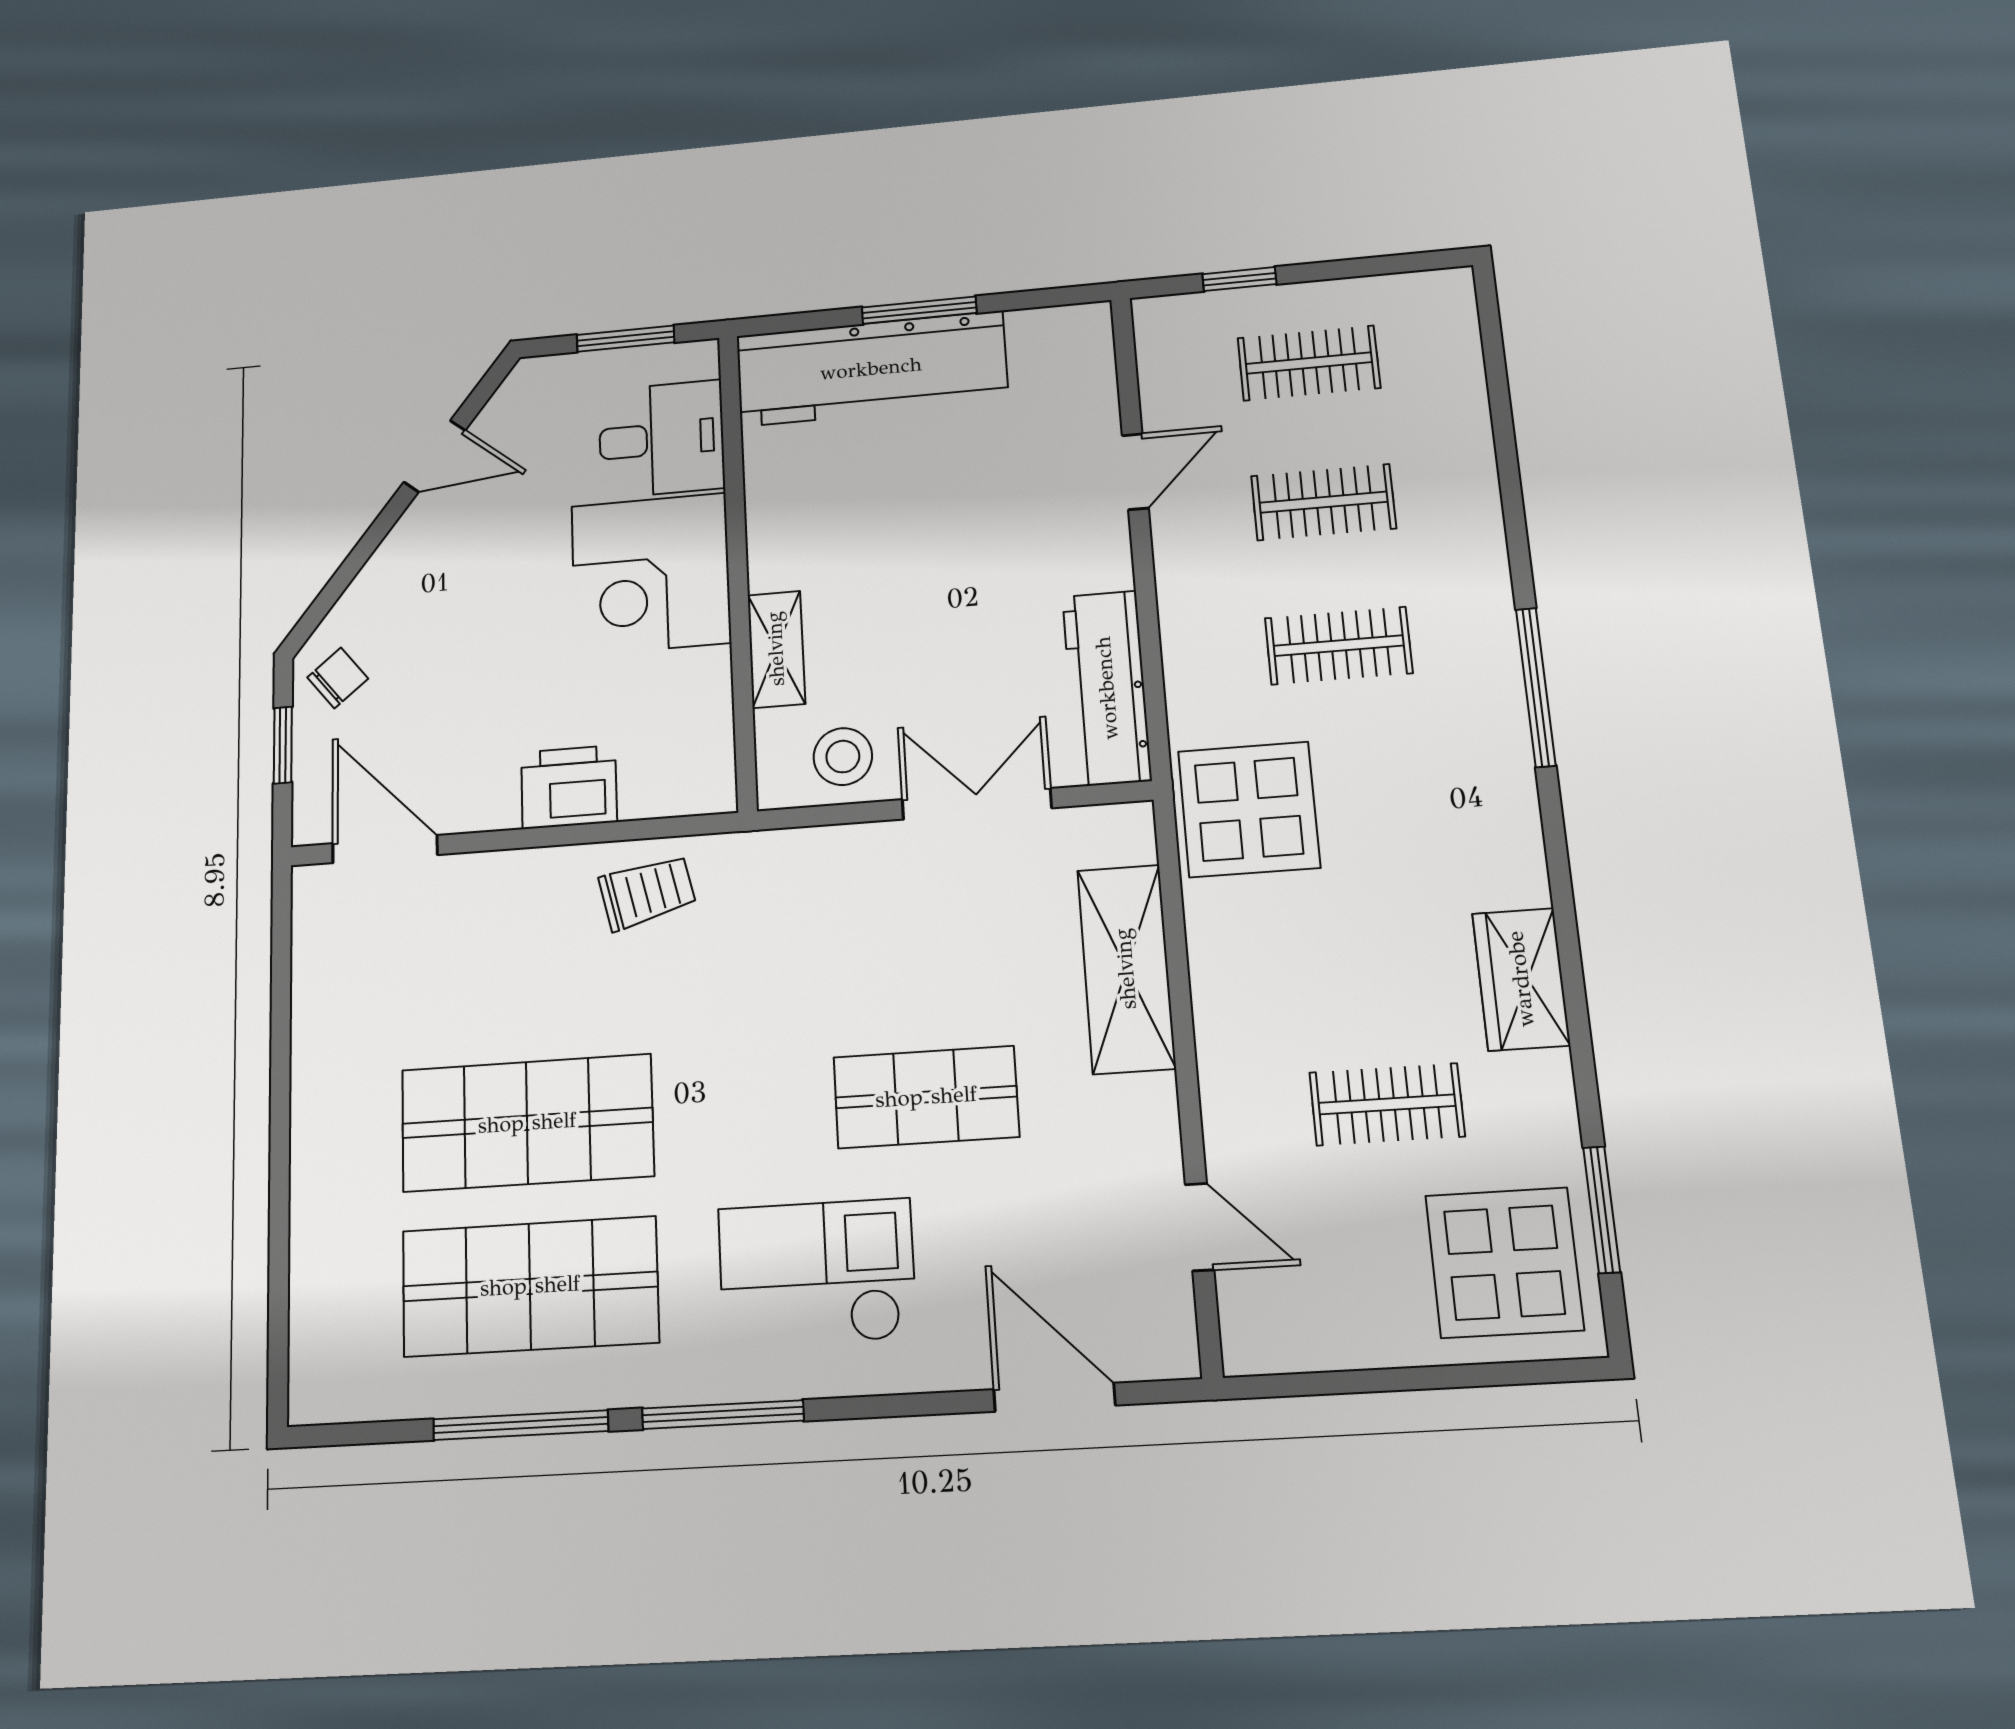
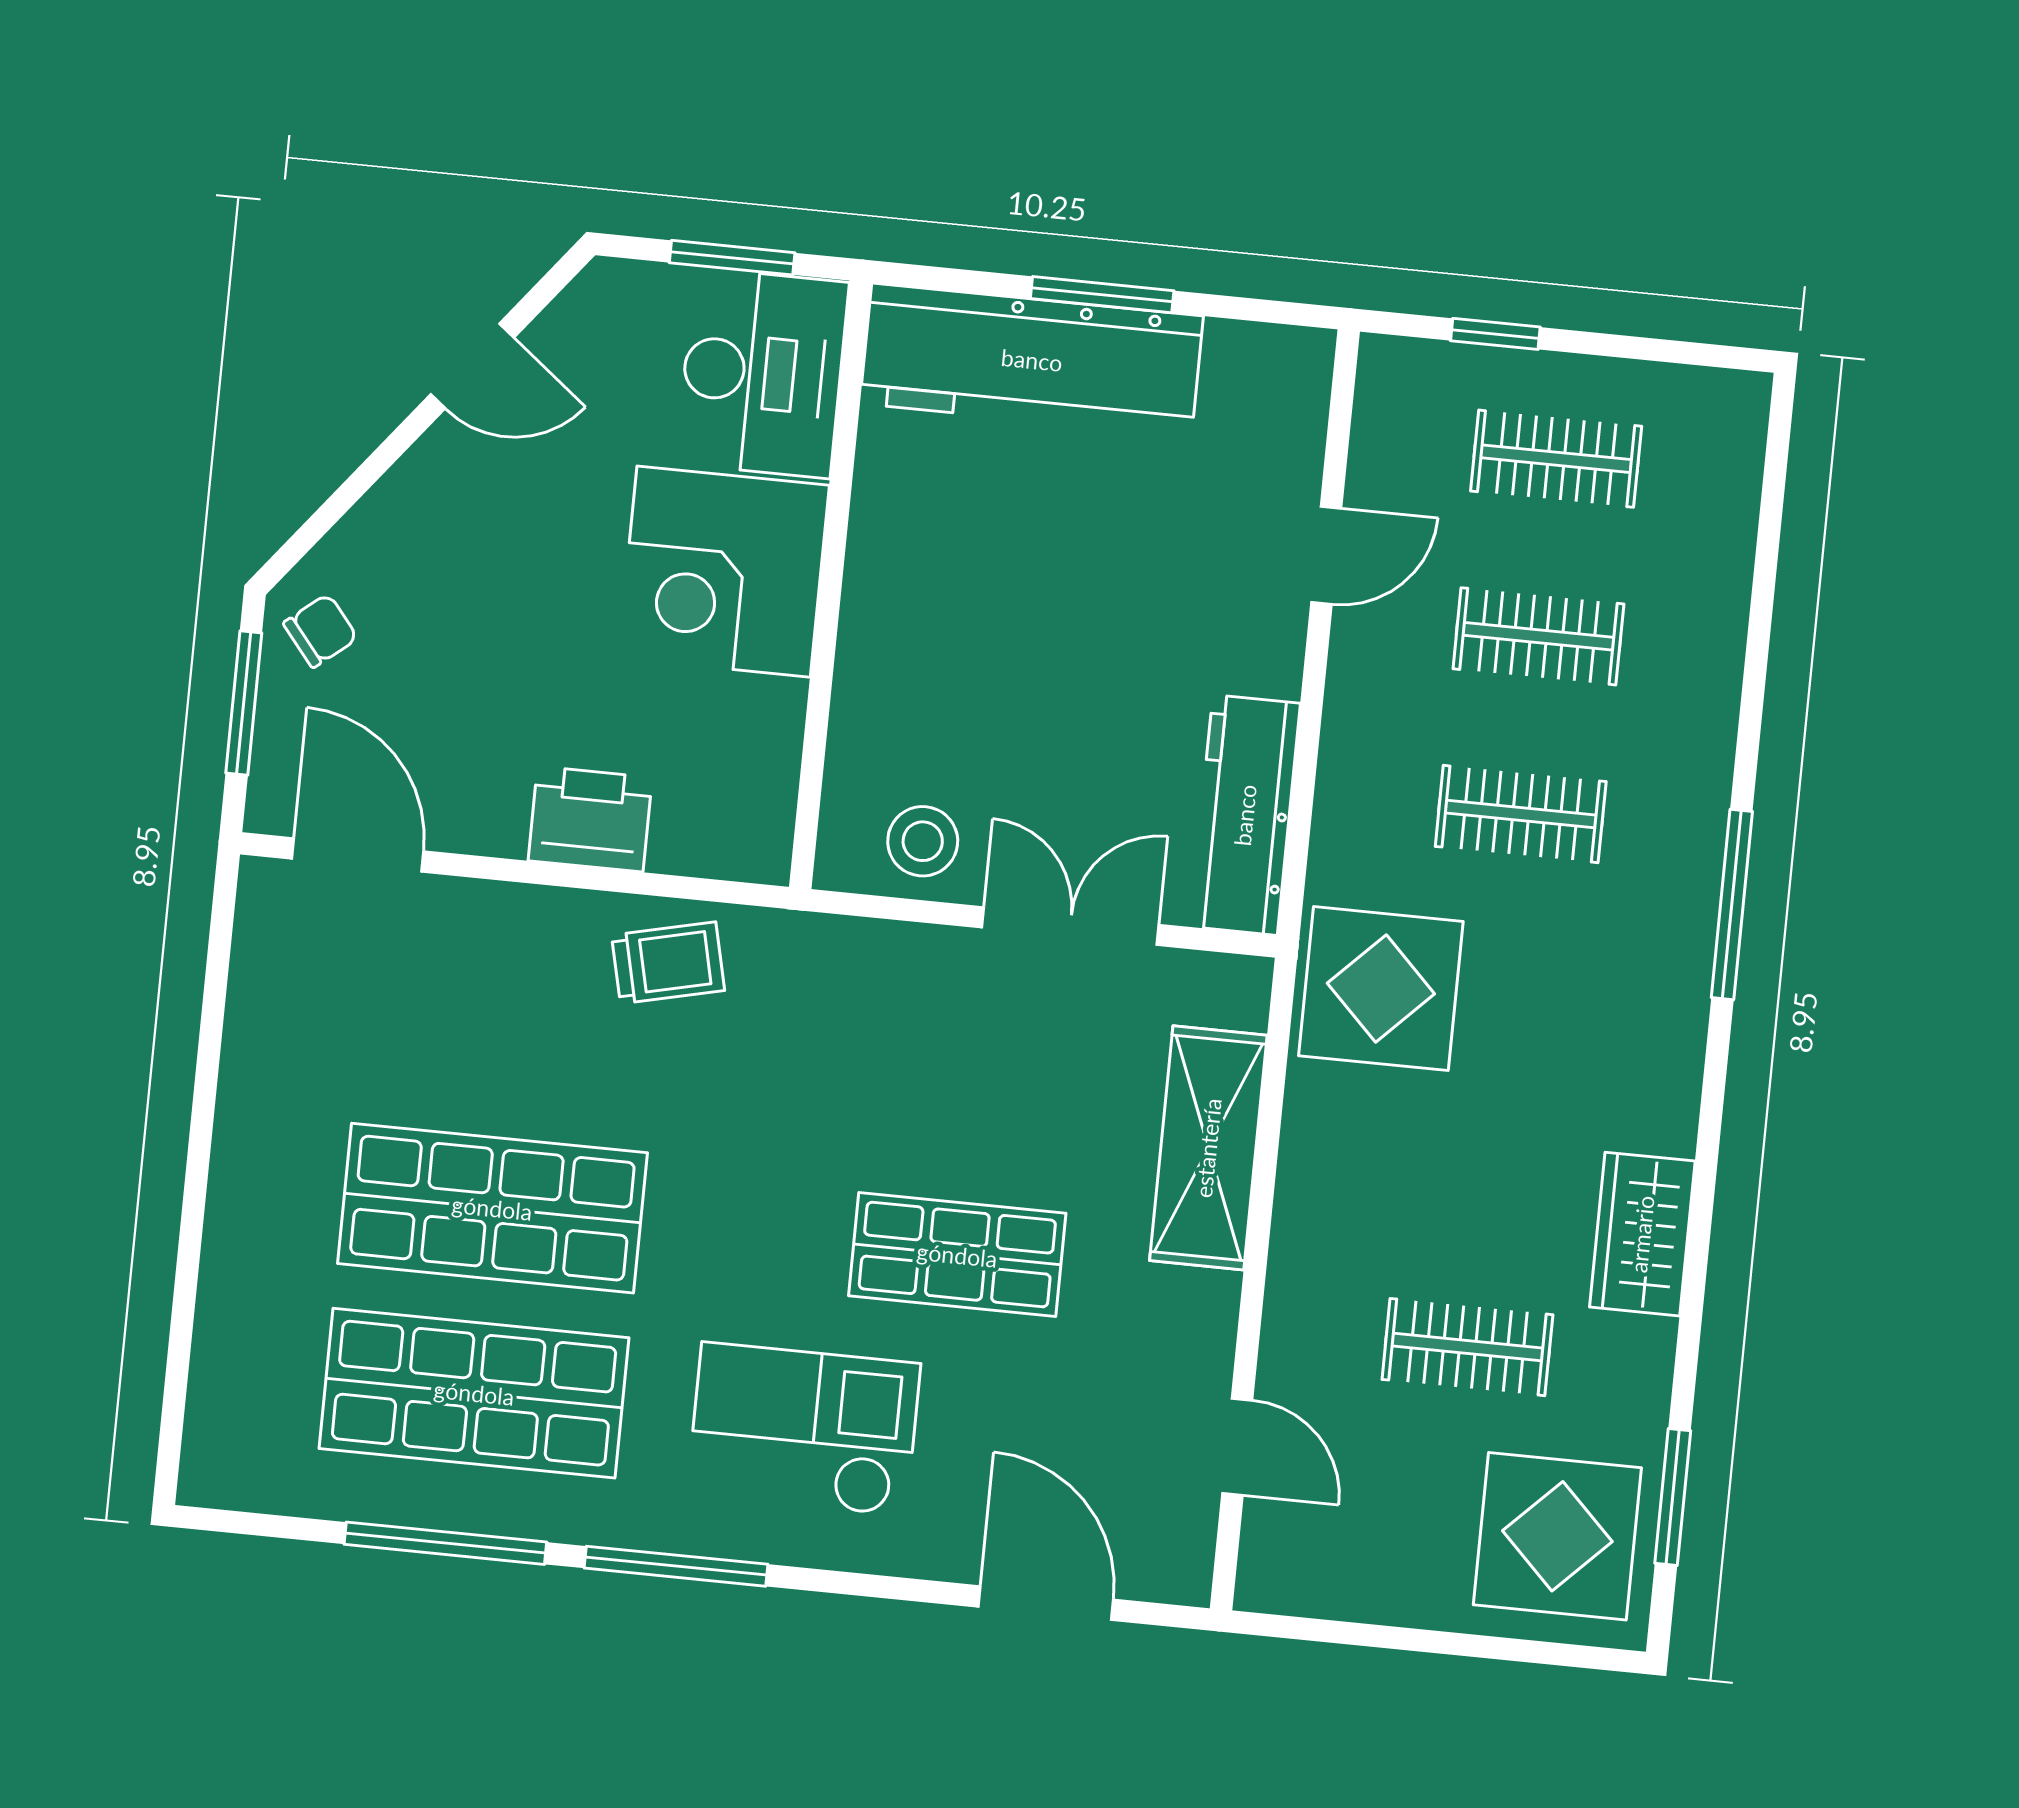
desk: (661, 439) -> (762, 373), width x1.37
shelving: (776, 649) -> (863, 695), removed
window: (283, 745) -> (244, 703), width x1.50

